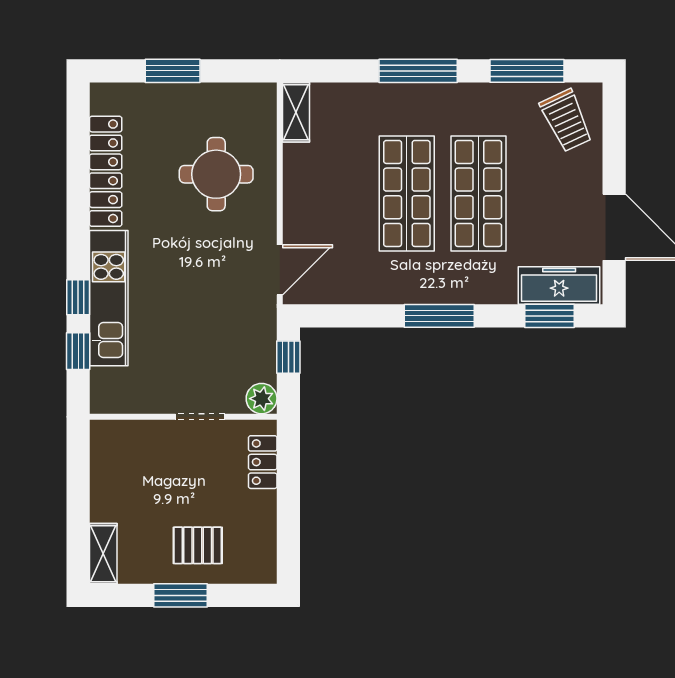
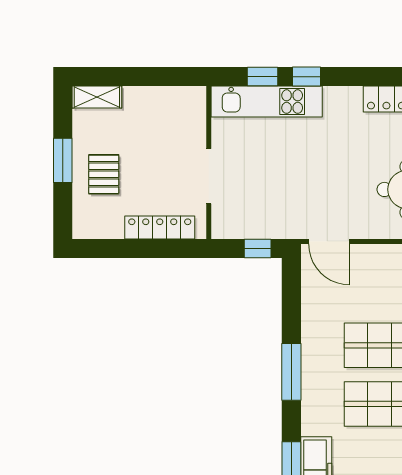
kitchen unit: (109, 298) -> (267, 102), moved
plant: (262, 399) -> (224, 227), removed
doorway: (200, 417) -> (209, 176), width x1.38
locker: (263, 462) -> (160, 228), width x1.53

